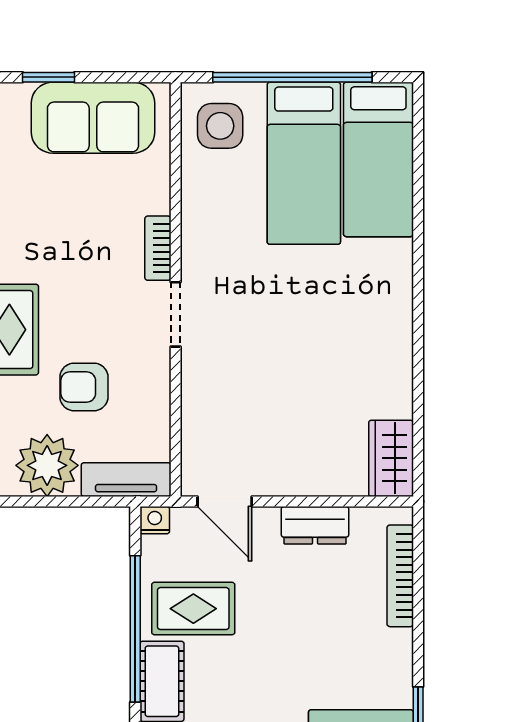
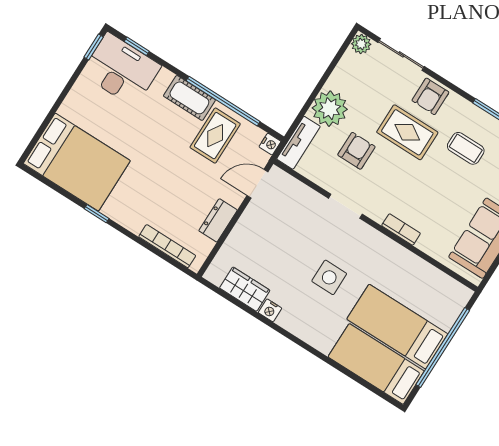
side table: (220, 126) -> (329, 277), moved
doorway: (176, 314) -> (345, 206), moved
nightstand: (399, 365) -> (270, 310), added
wardrobe: (391, 458) -> (245, 289), moved

